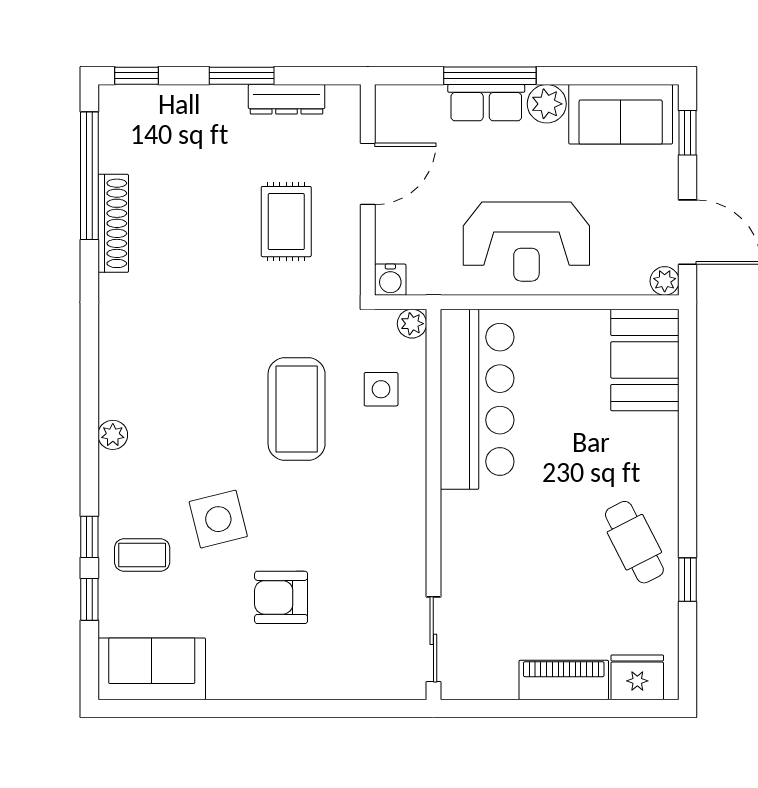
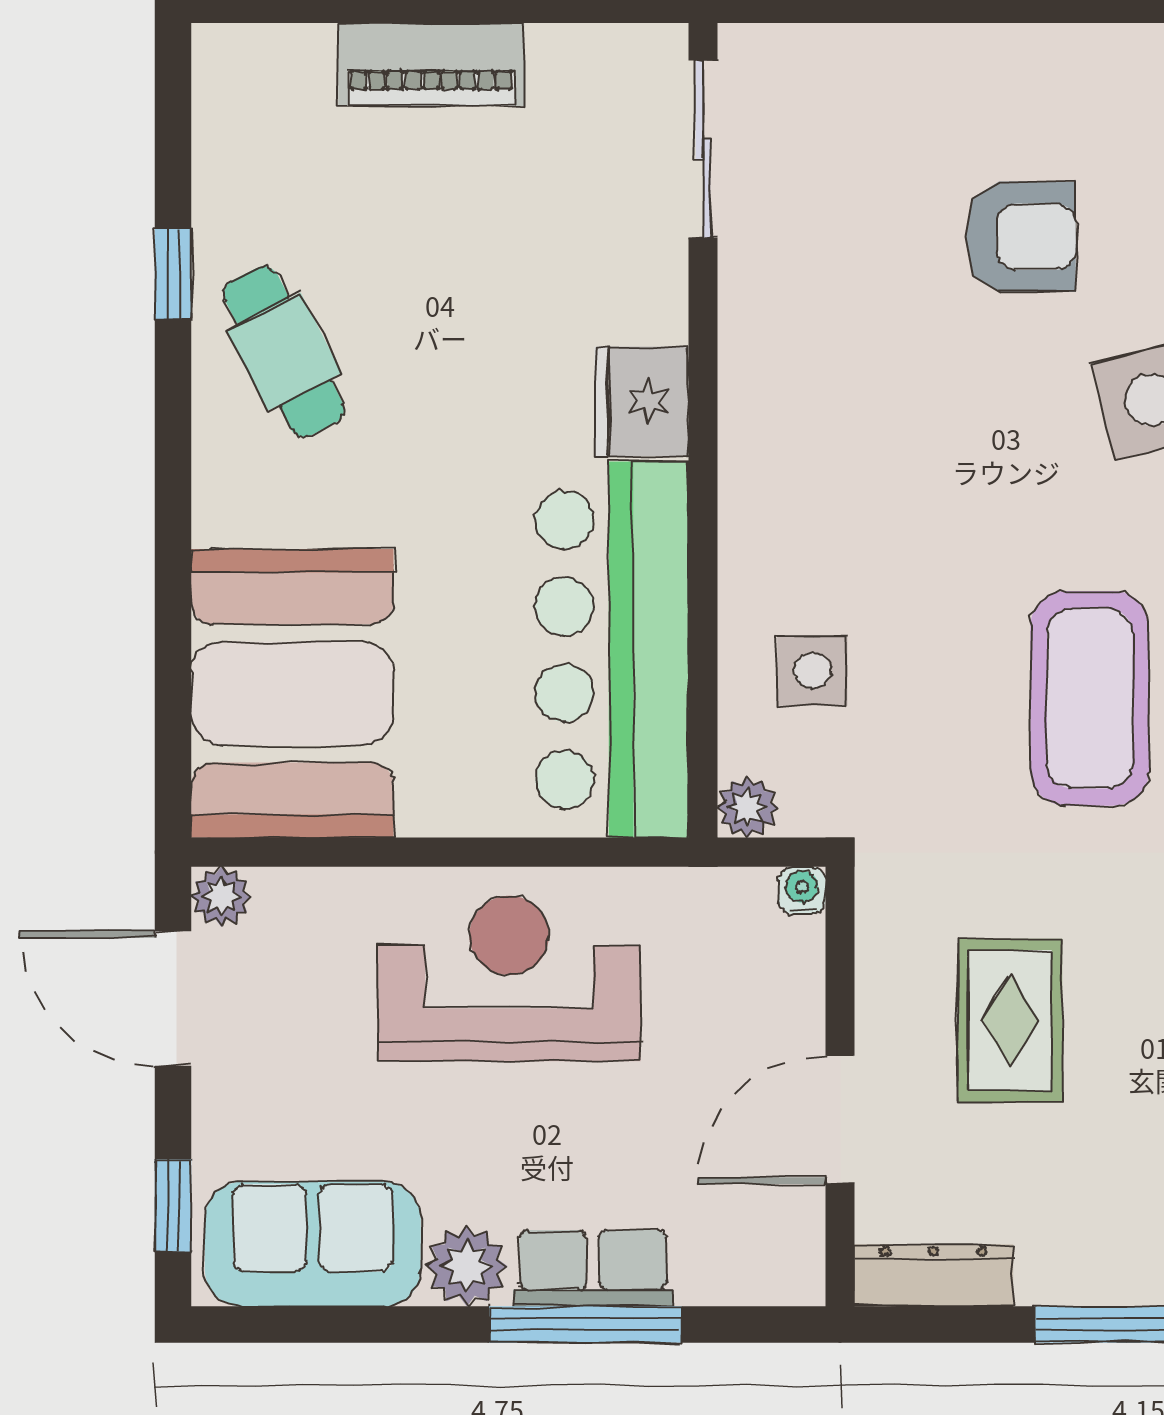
dresser: (287, 99) -> (934, 1275), moved
water cooler: (390, 280) -> (802, 890), width x0.72, depth x0.72
booth: (645, 360) -> (292, 693), width x1.36, depth x1.42
coffee table: (297, 409) -> (1090, 698), moved
fridge: (637, 677) -> (642, 401), moved, turned 90

